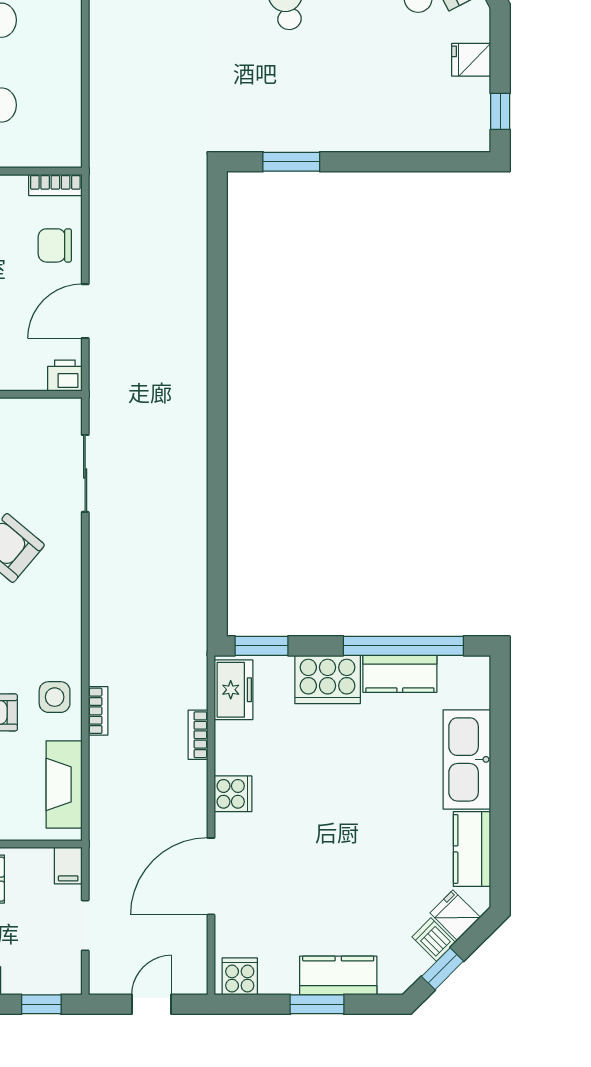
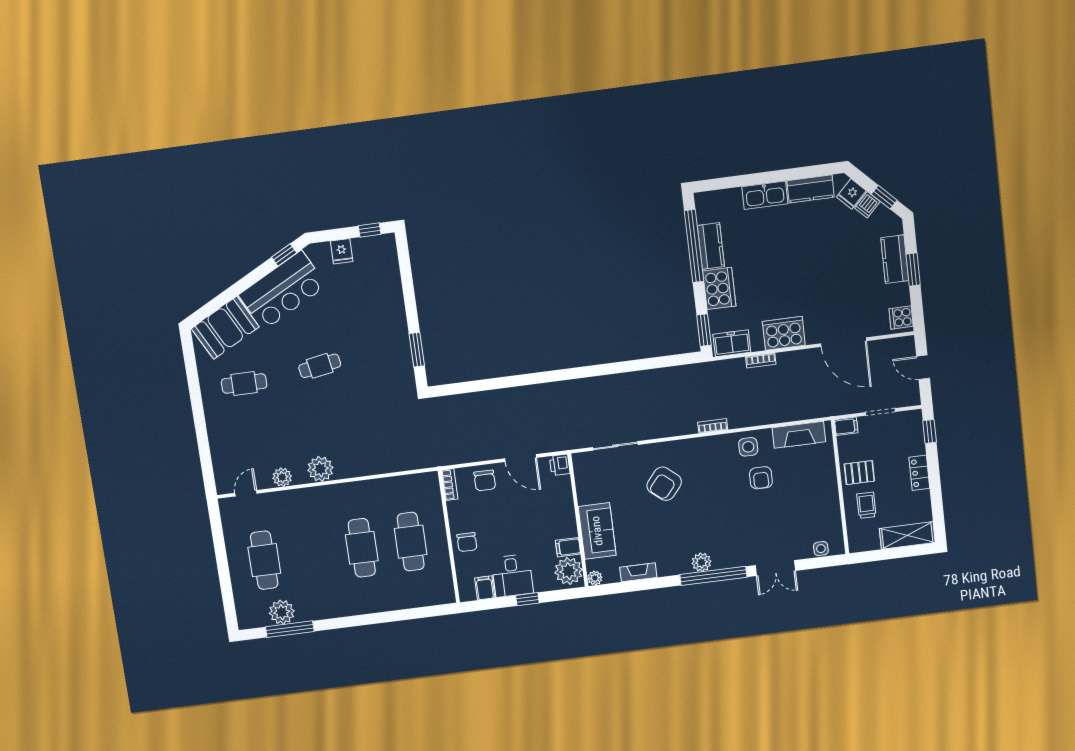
bookcase: (98, 711) -> (713, 426), moved
kitchen sink: (467, 759) -> (765, 195), width x0.73, depth x0.81
cooker: (233, 794) -> (784, 333), width x1.87, depth x1.31

